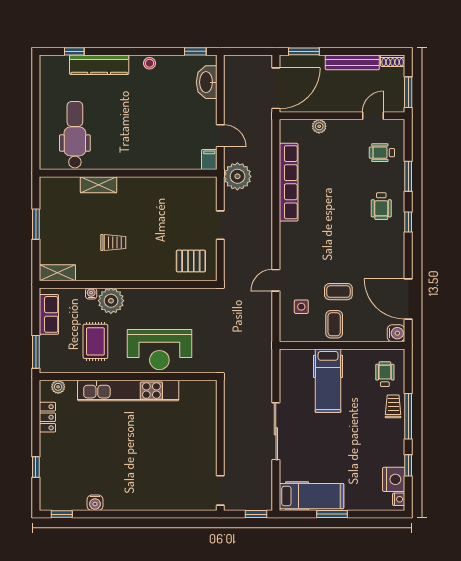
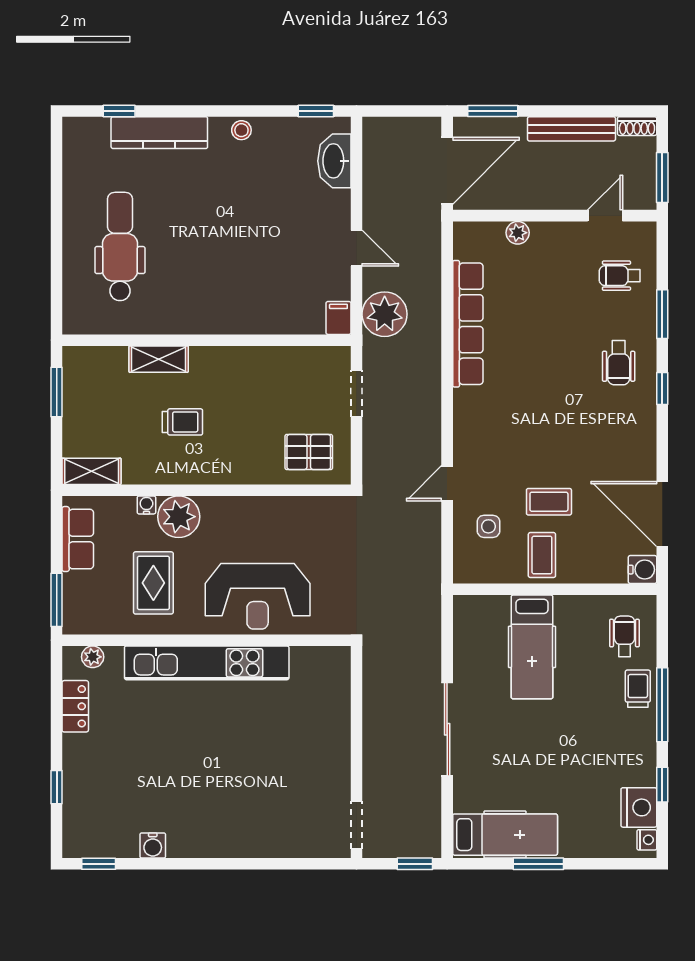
filing cabinet: (209, 160) -> (338, 318), moved
wall: (128, 173) -> (207, 340), moved
shelving: (99, 185) -> (159, 359), moved

